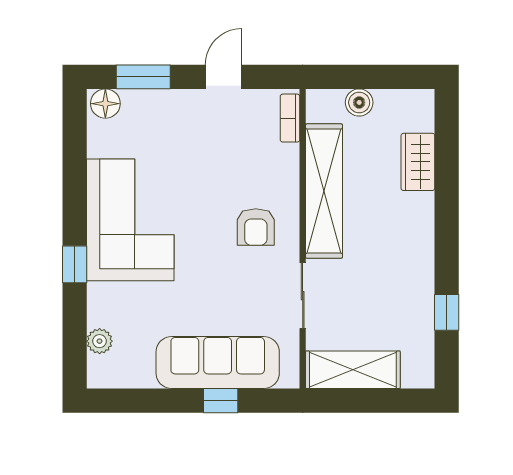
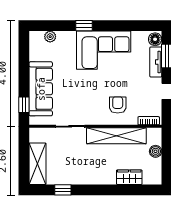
tv unit: (157, 102) -> (156, 62), added
armchair: (256, 227) -> (118, 105), moved, turned 90
shelving: (353, 370) -> (37, 164), moved
window: (221, 401) -> (24, 105), moved

